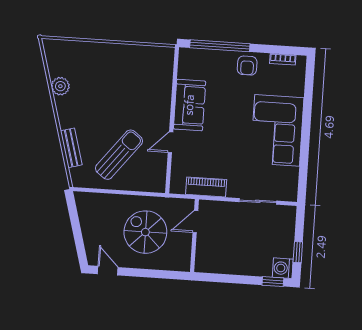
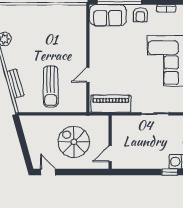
sofa: (190, 105) -> (108, 15), moved, turned 90
sun lounger: (119, 155) -> (51, 86), turned 142
piano: (206, 187) -> (111, 104), width x1.37, depth x1.33
door: (195, 222) -> (110, 154), moved

